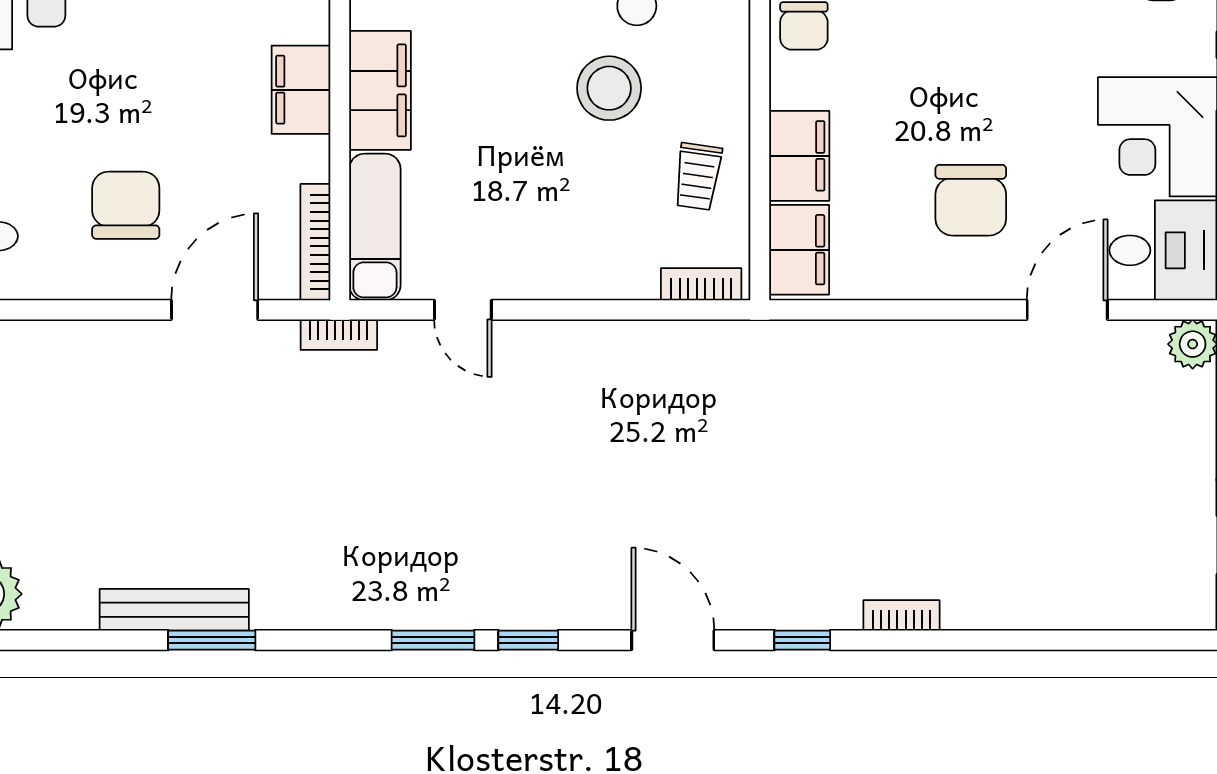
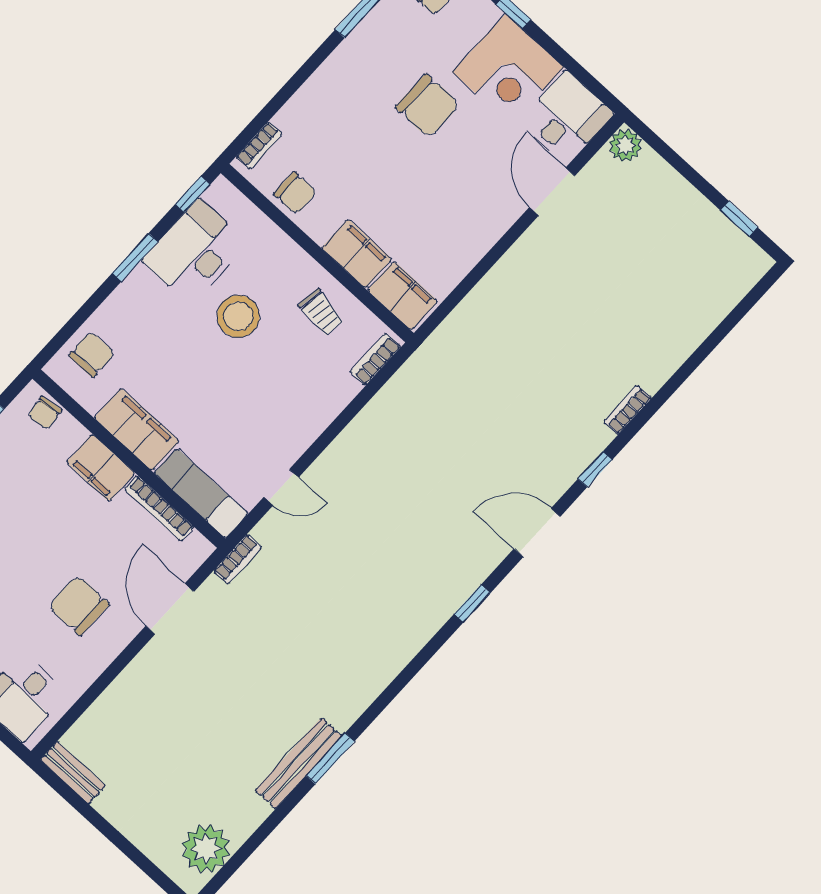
chair: (971, 200) -> (428, 106), moved
bookcase: (315, 242) -> (159, 508), moved
window: (433, 640) -> (430, 650), removed

